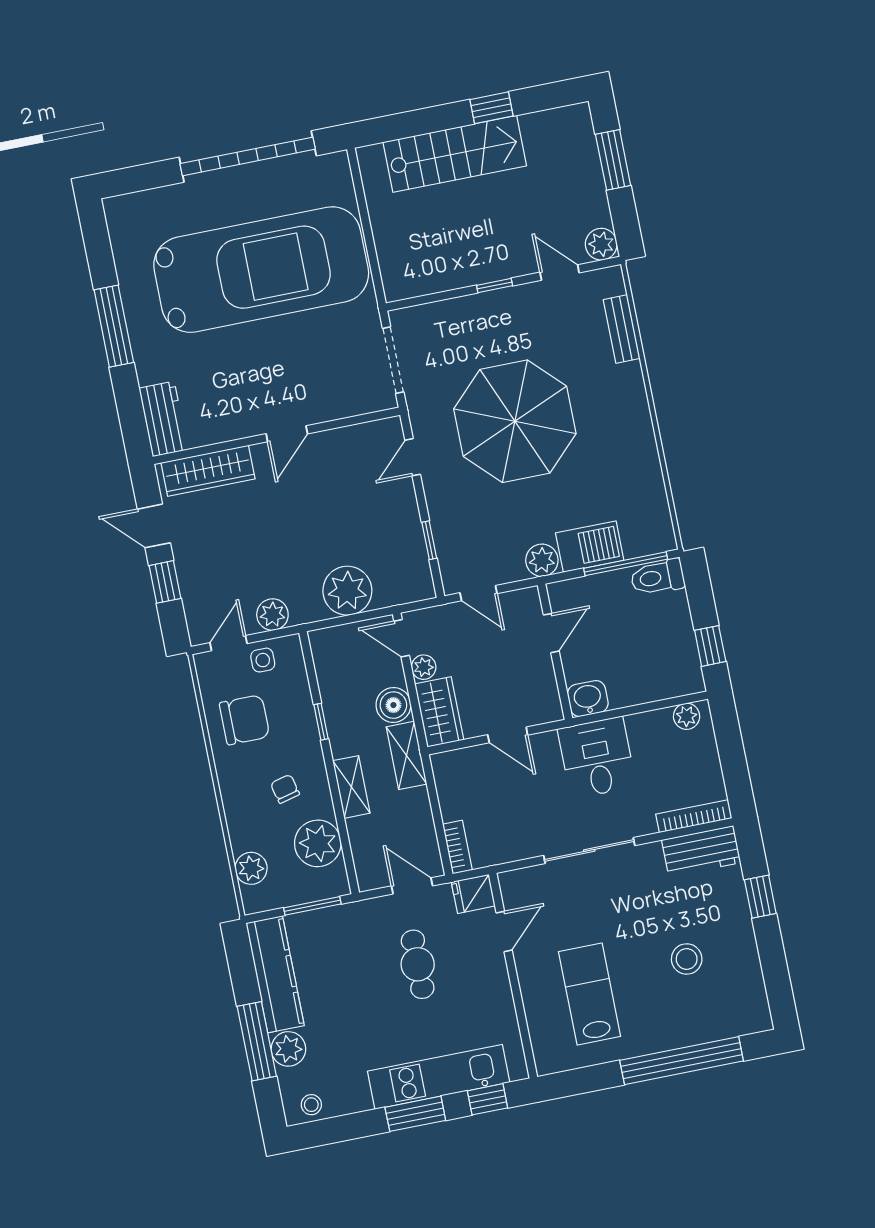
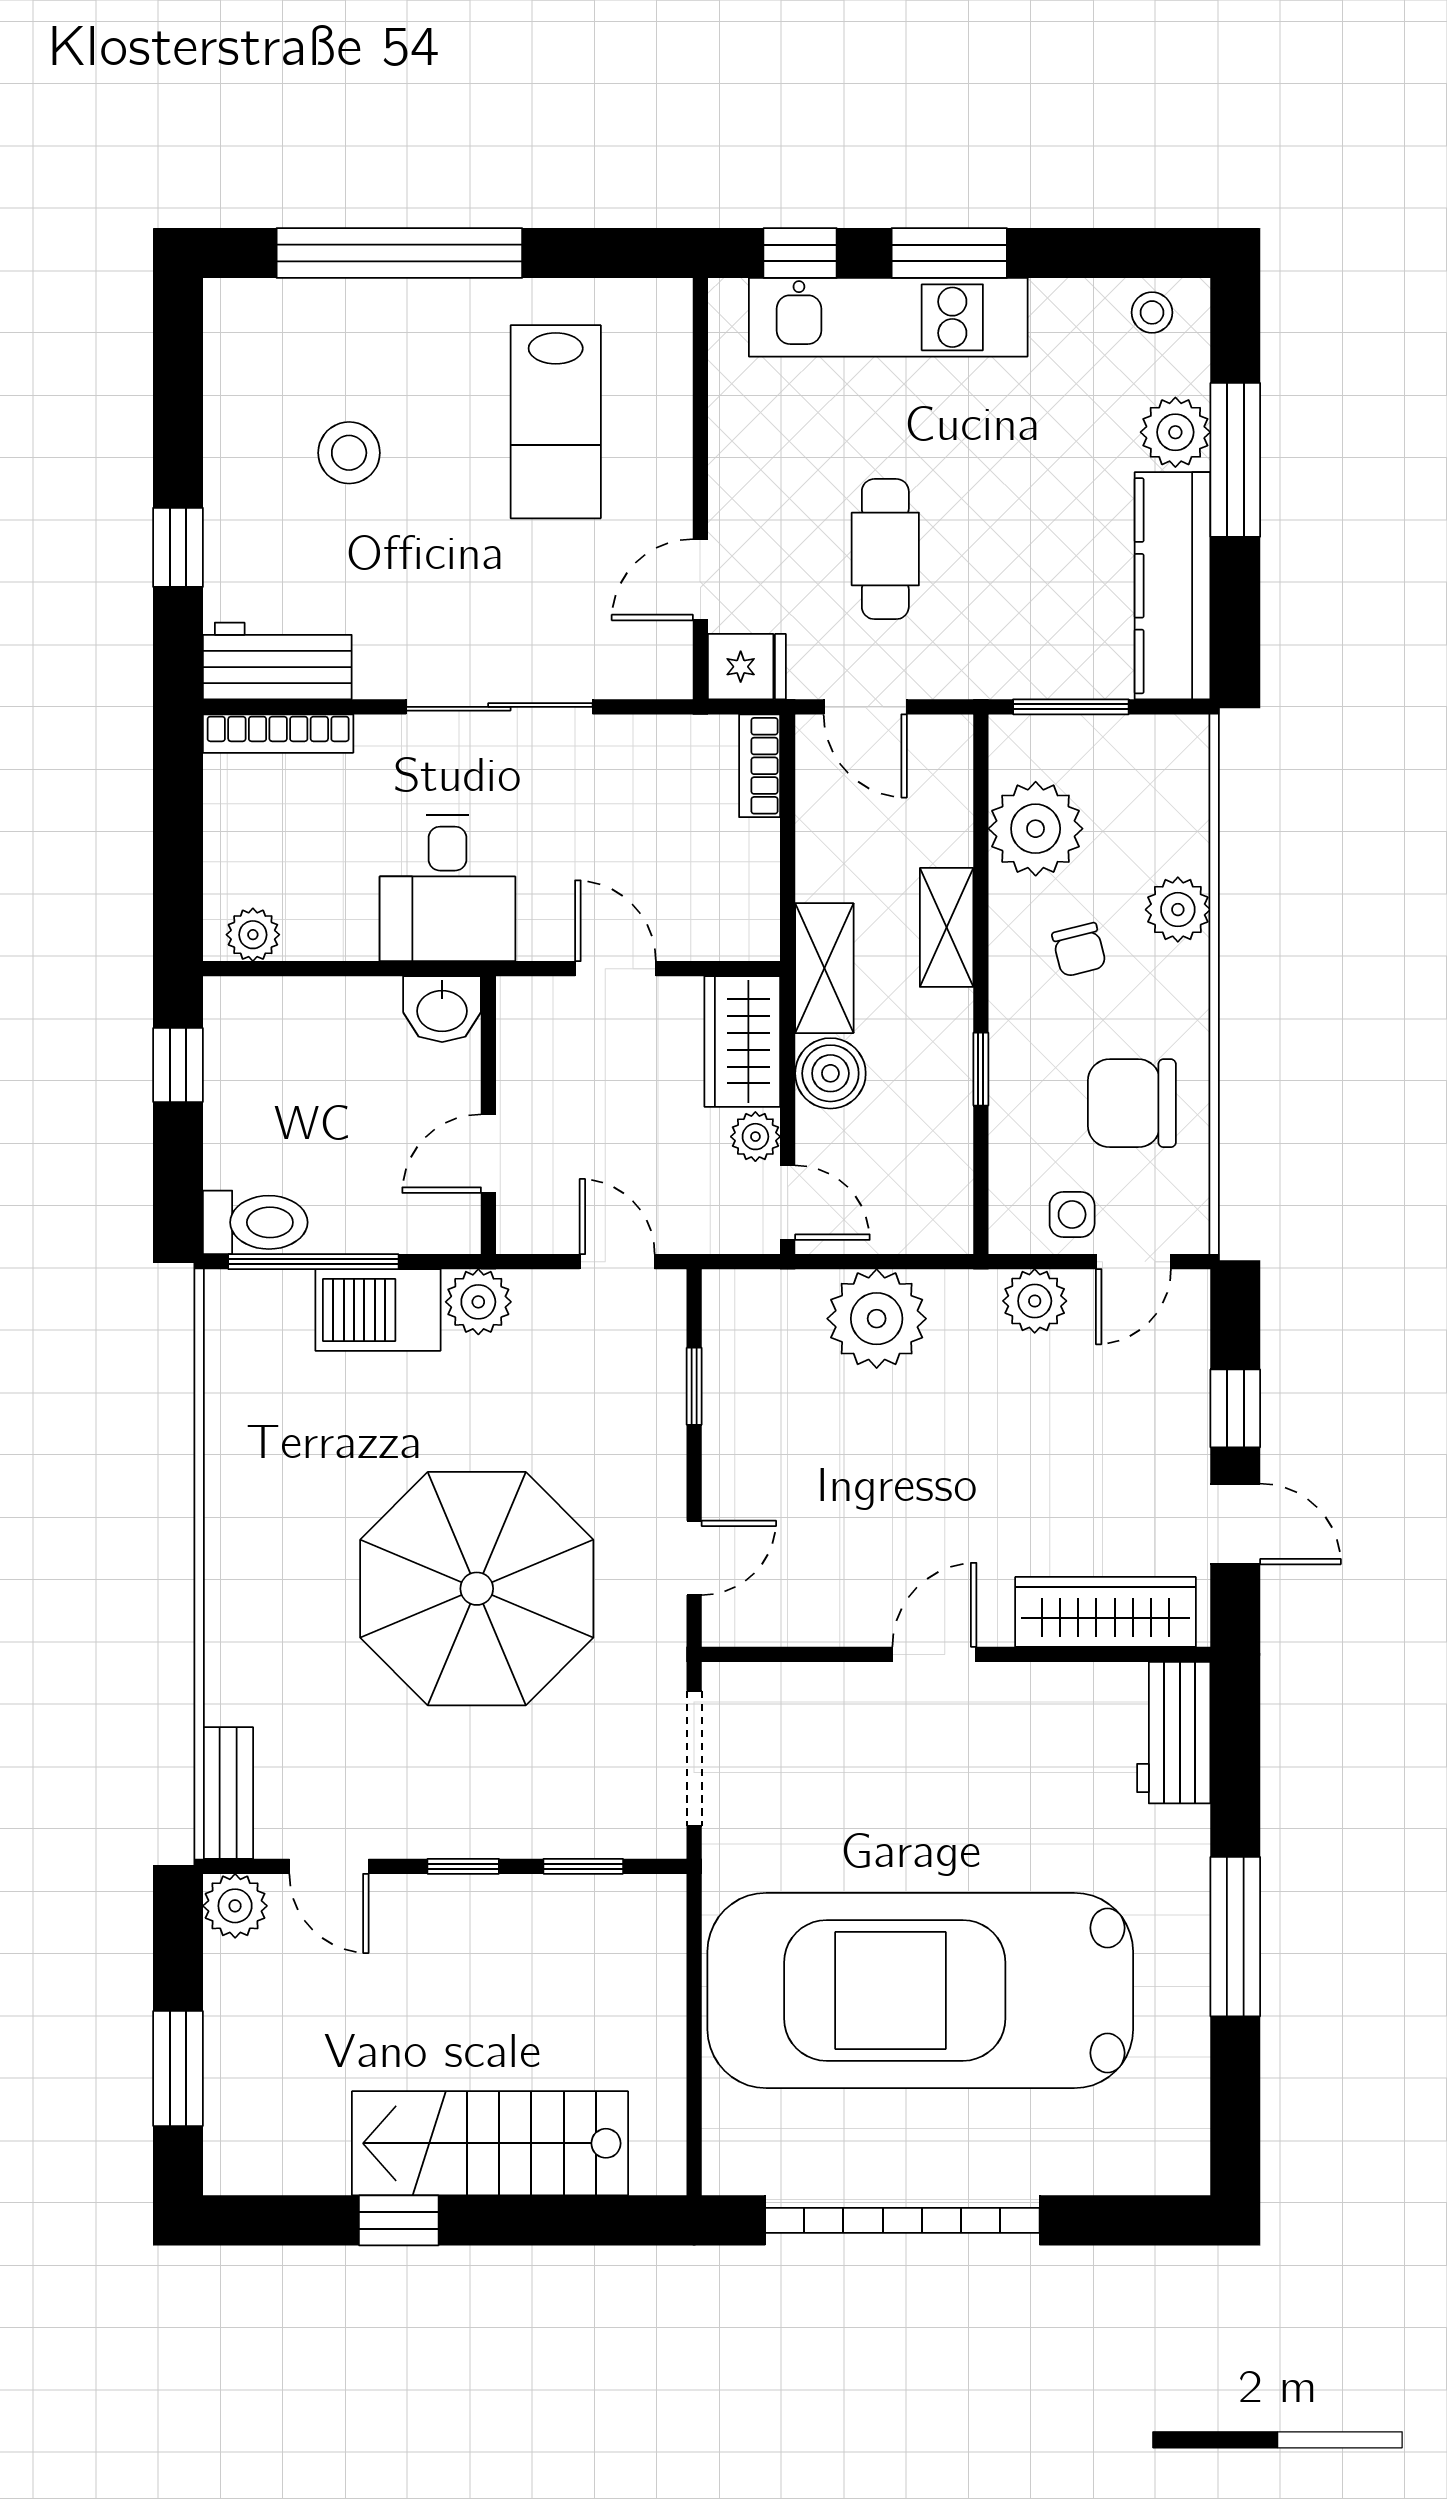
window: (436, 297) -> (583, 1866), added
bench: (622, 329) -> (228, 1793), moved
plant: (251, 868) -> (1178, 910), moved

